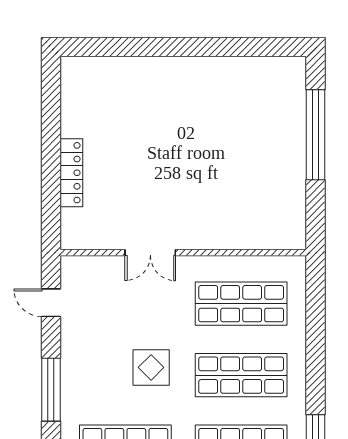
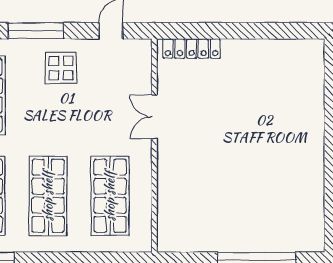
locker: (71, 173) -> (192, 49), moved
display table: (151, 367) -> (61, 68), moved

